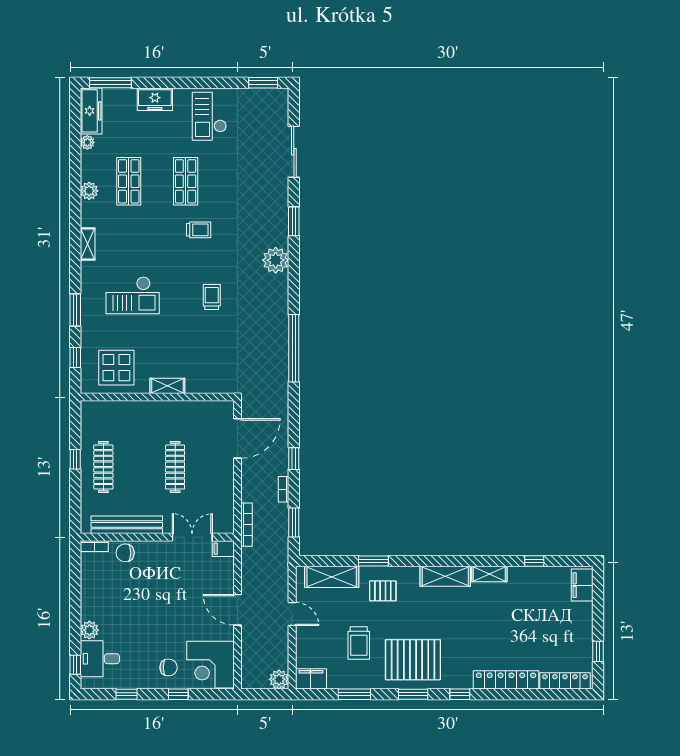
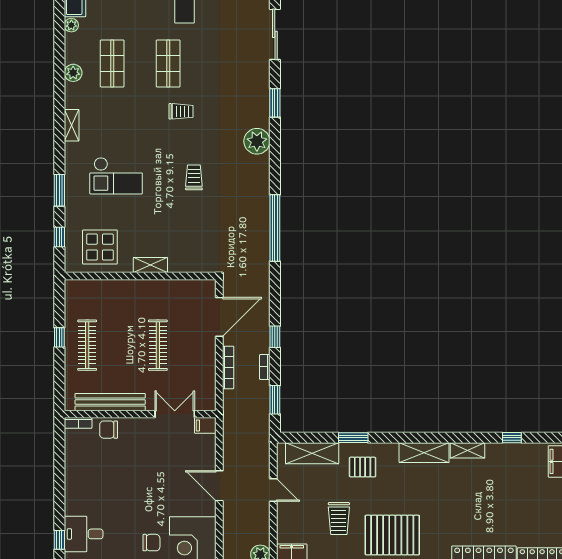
bookcase: (246, 525) -> (228, 367), moved
plant: (89, 630) -> (73, 506), removed

